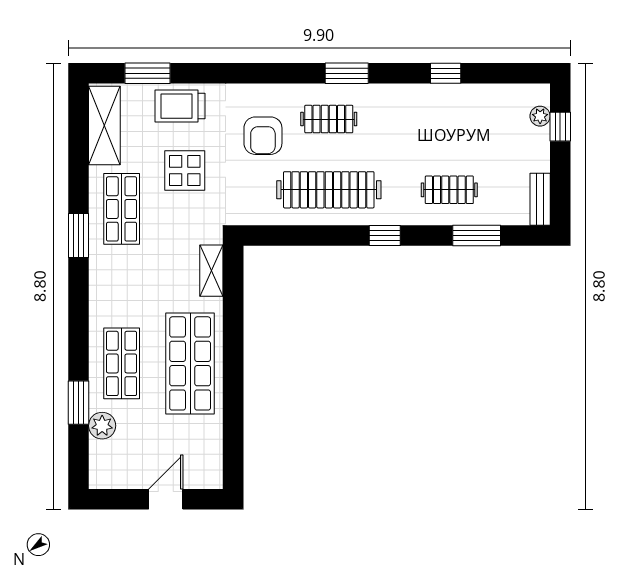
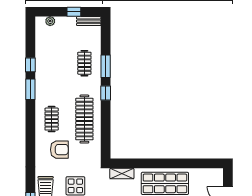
window: (347, 73) -> (30, 89), moved
window: (560, 127) -> (74, 12), moved
window: (477, 236) -> (106, 66), moved

